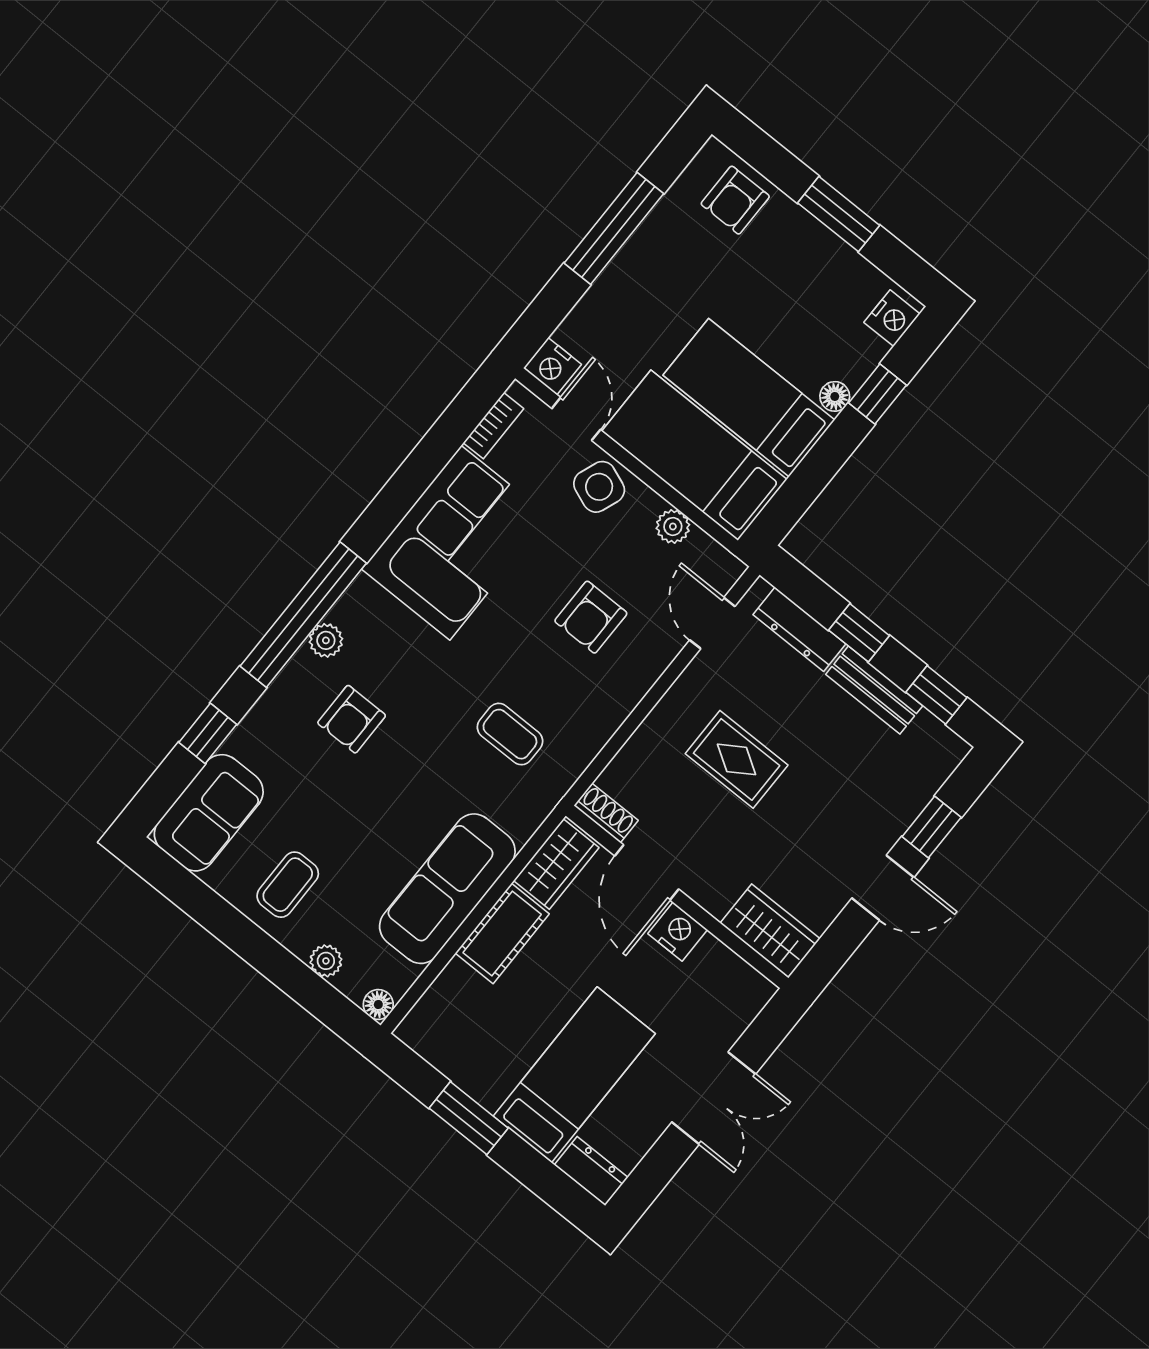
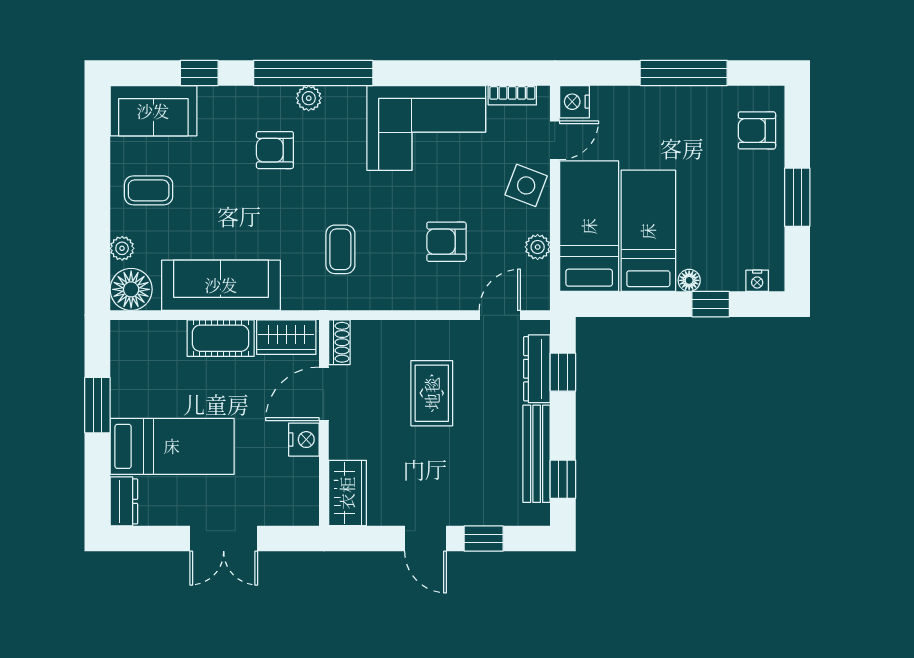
nightstand: (892, 318) -> (757, 281), width x0.72, depth x0.74
window: (859, 633) -> (563, 372), moved
bench: (874, 690) -> (537, 454), width x1.36
floor lamp: (378, 1004) -> (131, 289), width x1.89, depth x1.89

